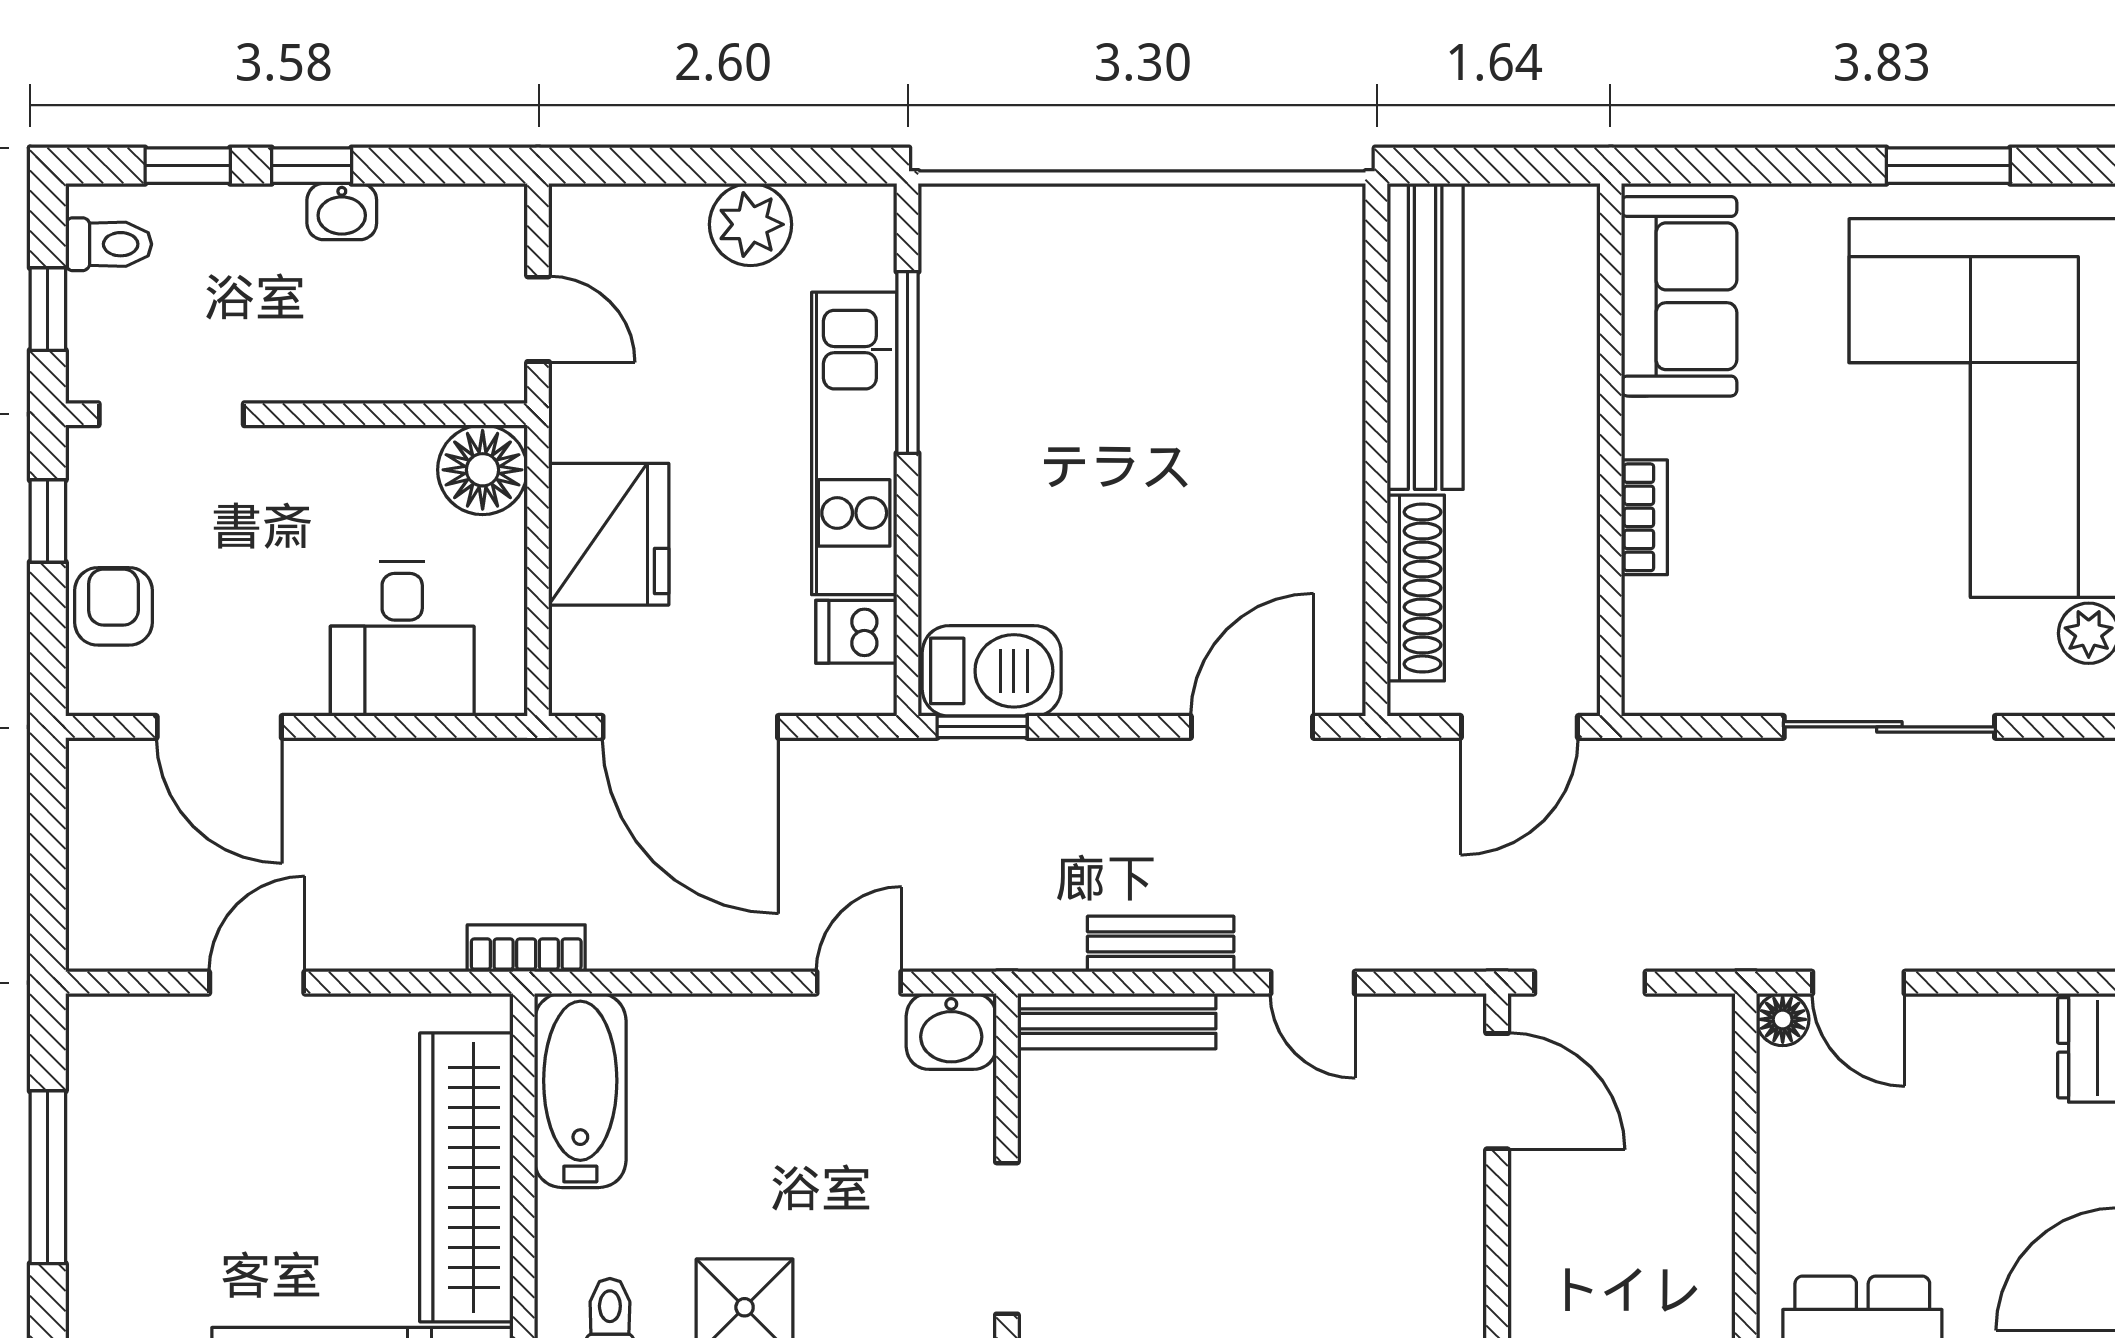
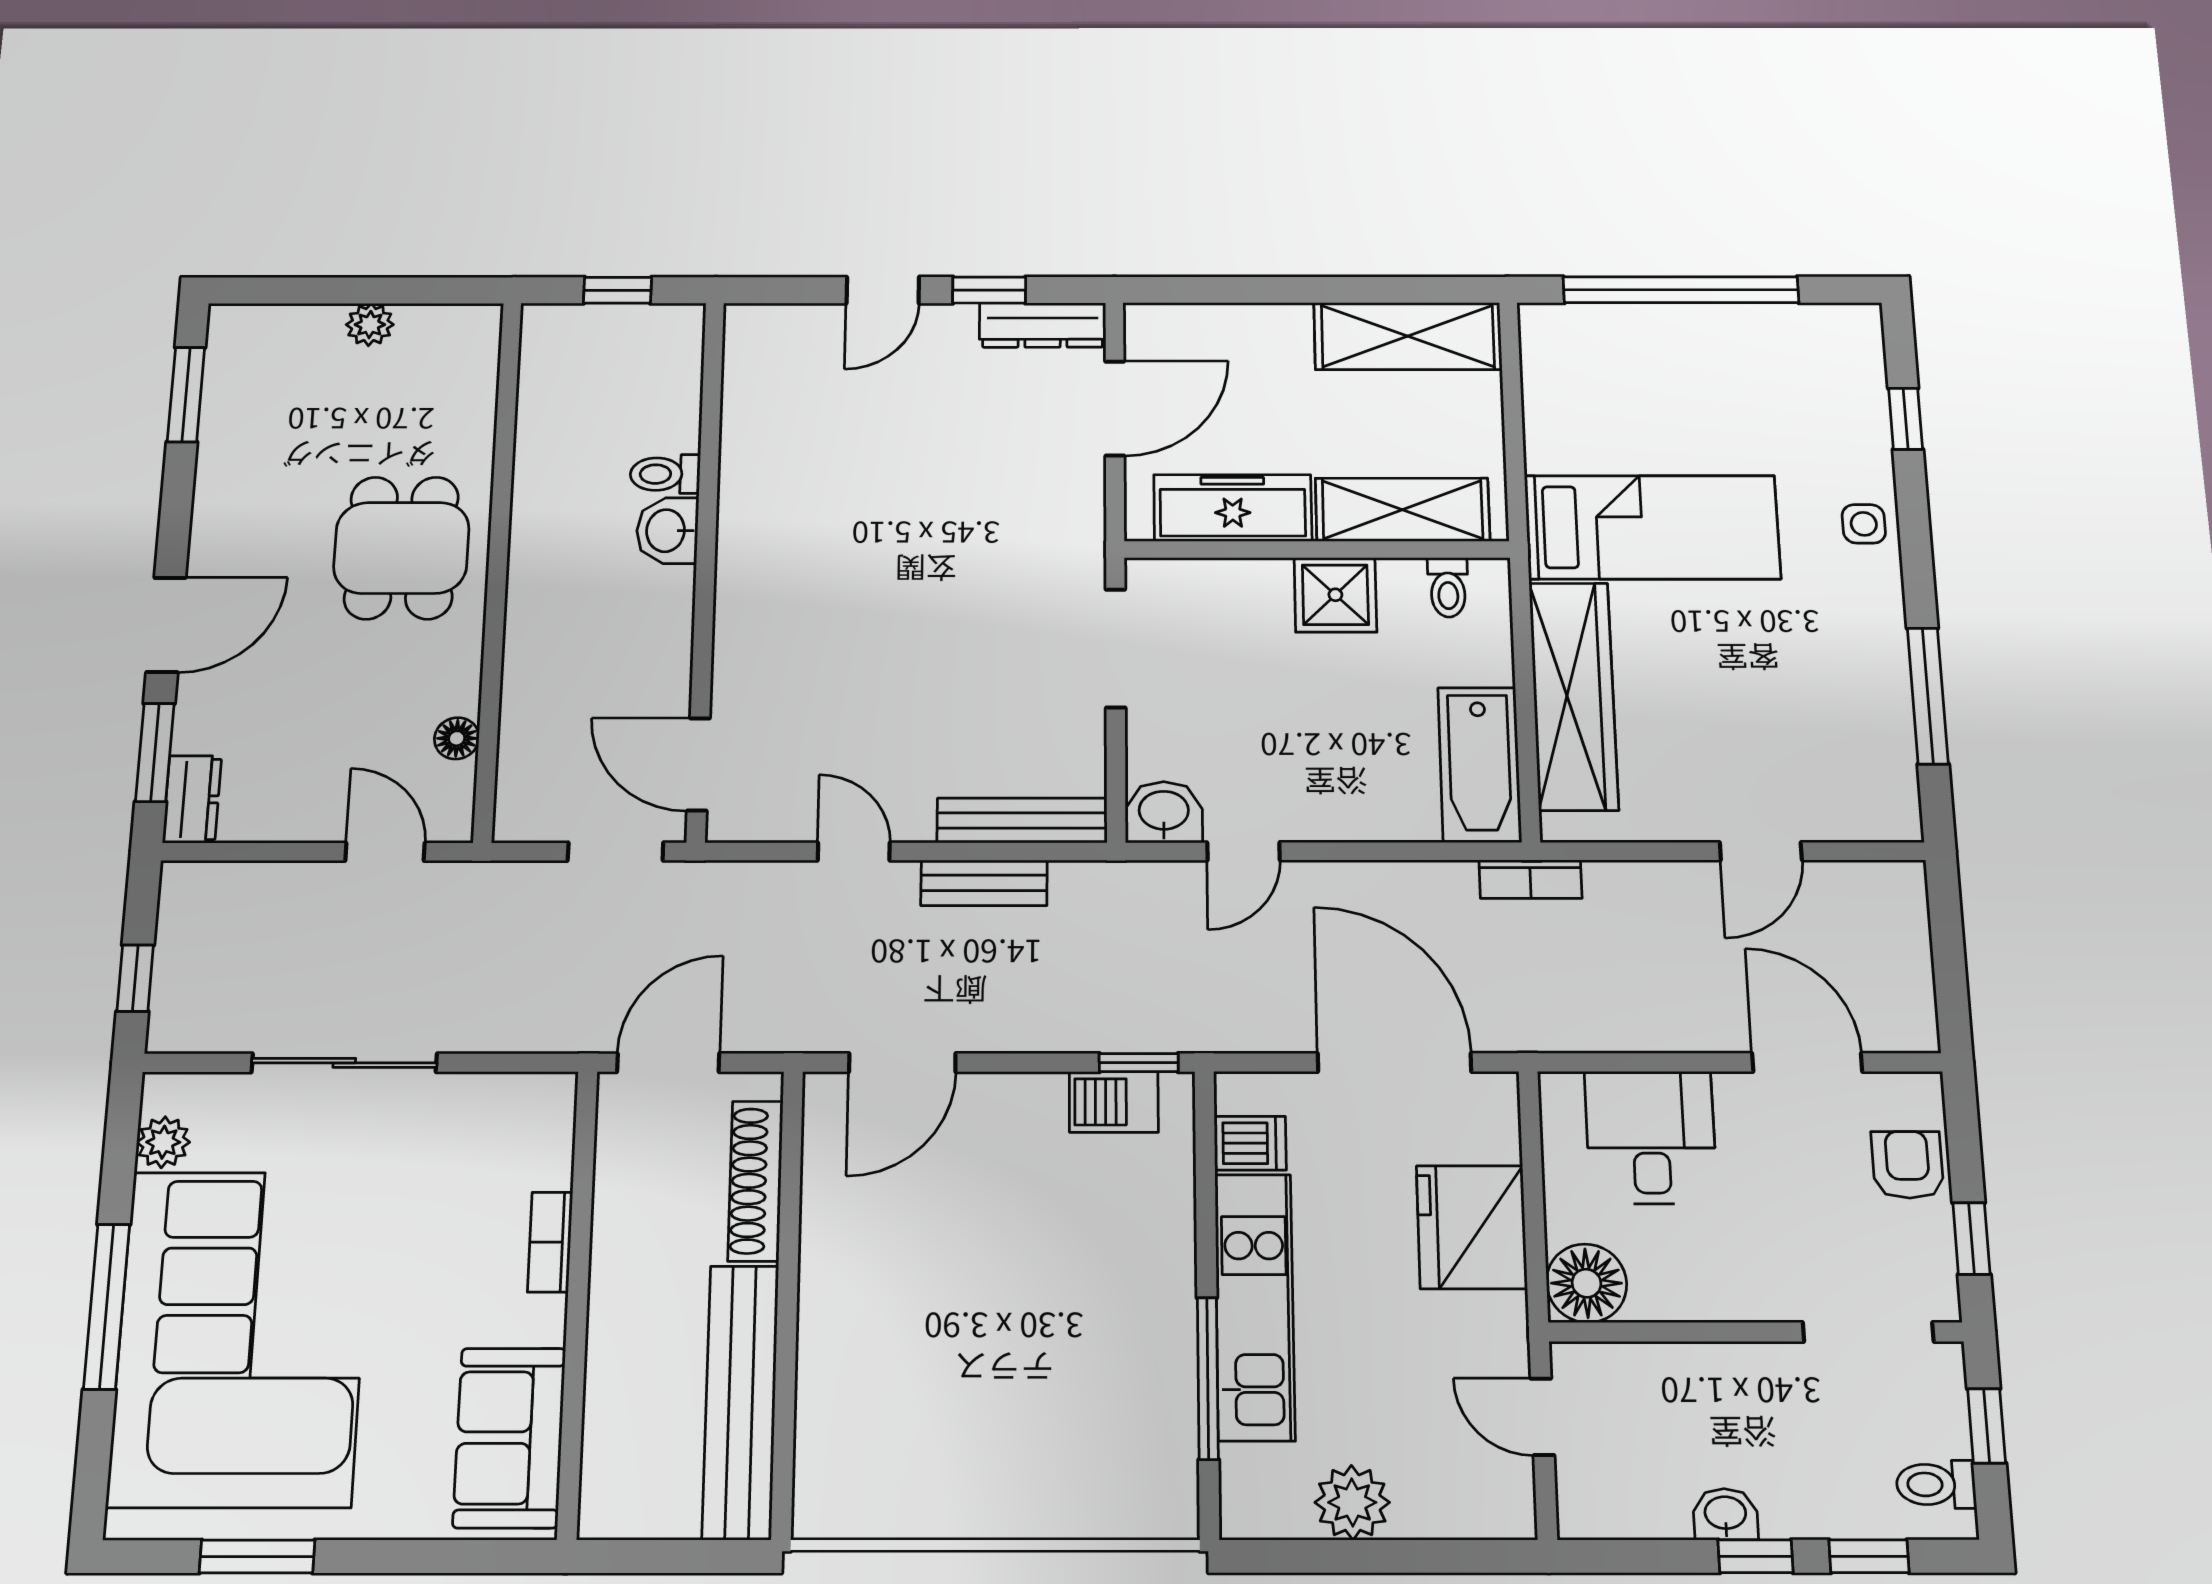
armchair: (113, 606) -> (1907, 1165), turned 180
barbecue: (992, 671) -> (1114, 1102), width x0.73, depth x0.79
floor lamp: (1783, 1019) -> (457, 738), moved

